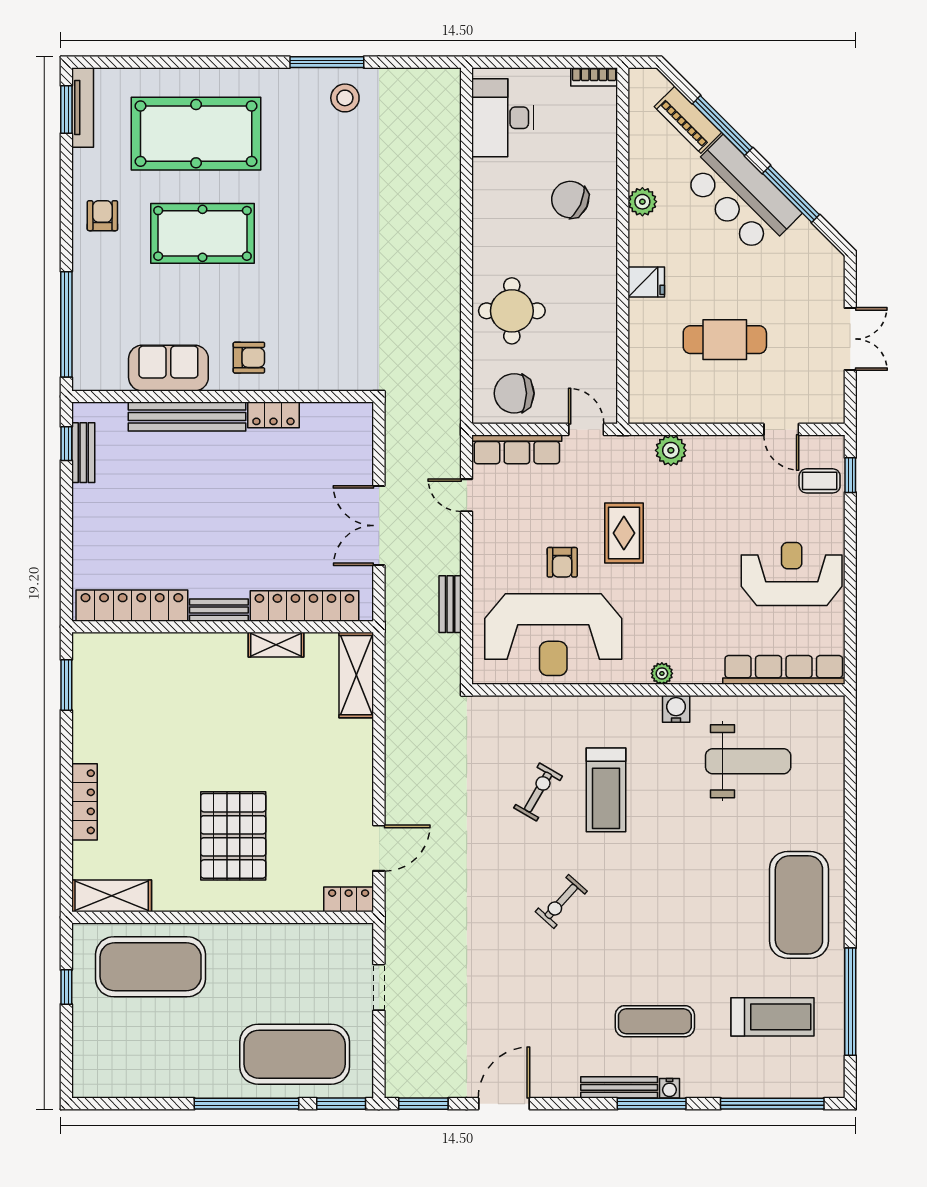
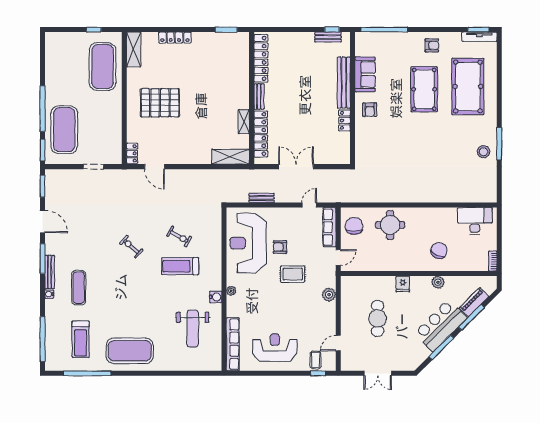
reception desk: (792, 574) -> (275, 348), turned -90
window: (652, 1104) -> (43, 259), moved

